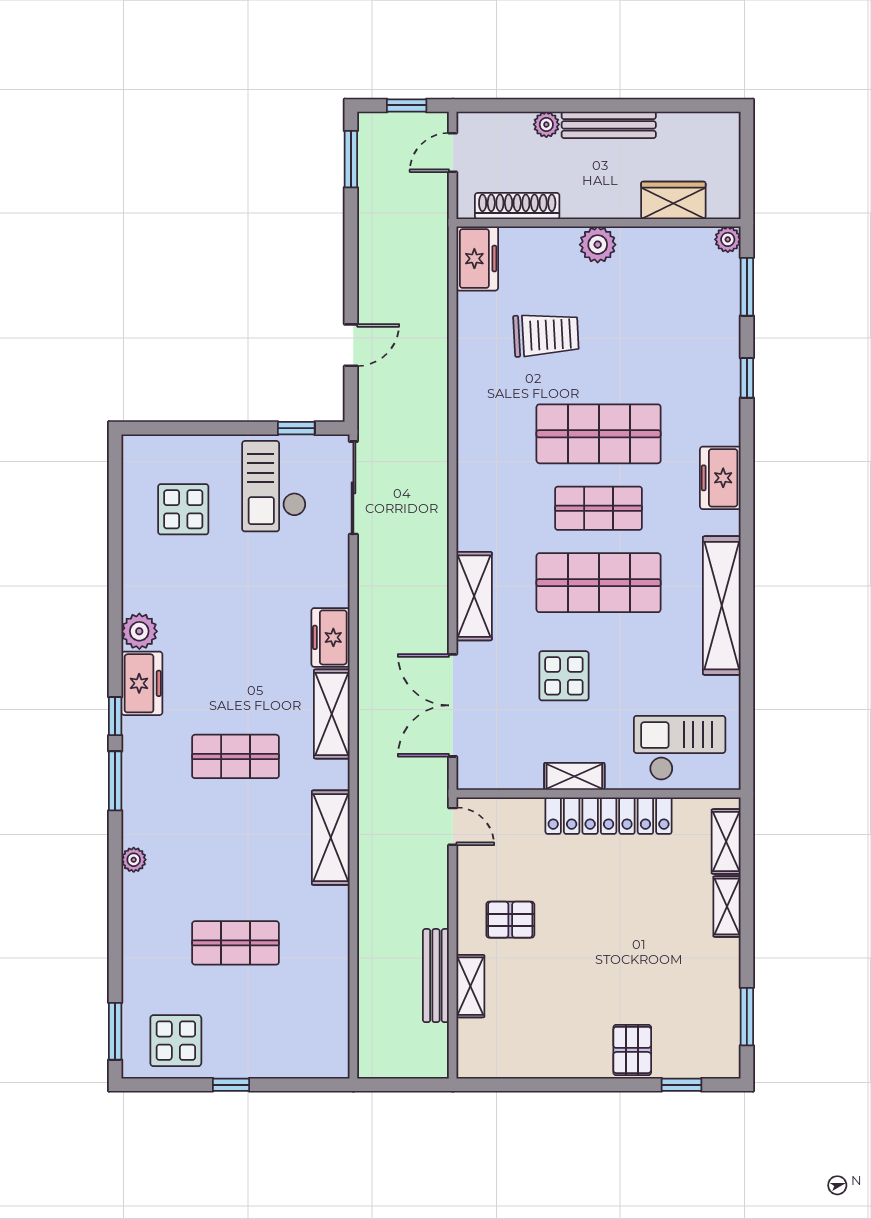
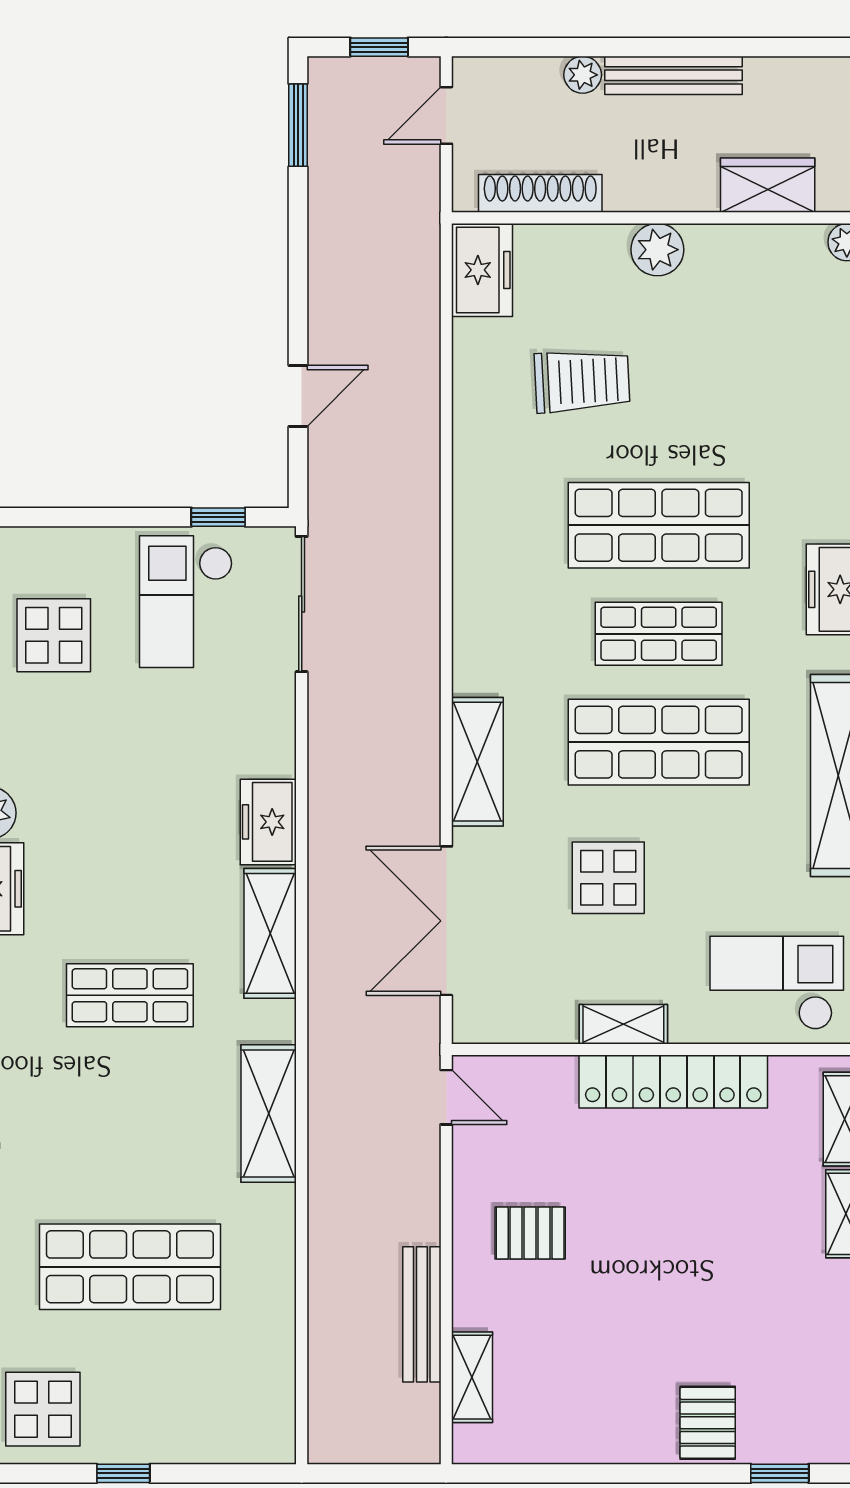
shop shelf: (236, 943) -> (130, 1267), width x1.43, depth x1.36
shelving: (470, 986) -> (472, 1377), moved

